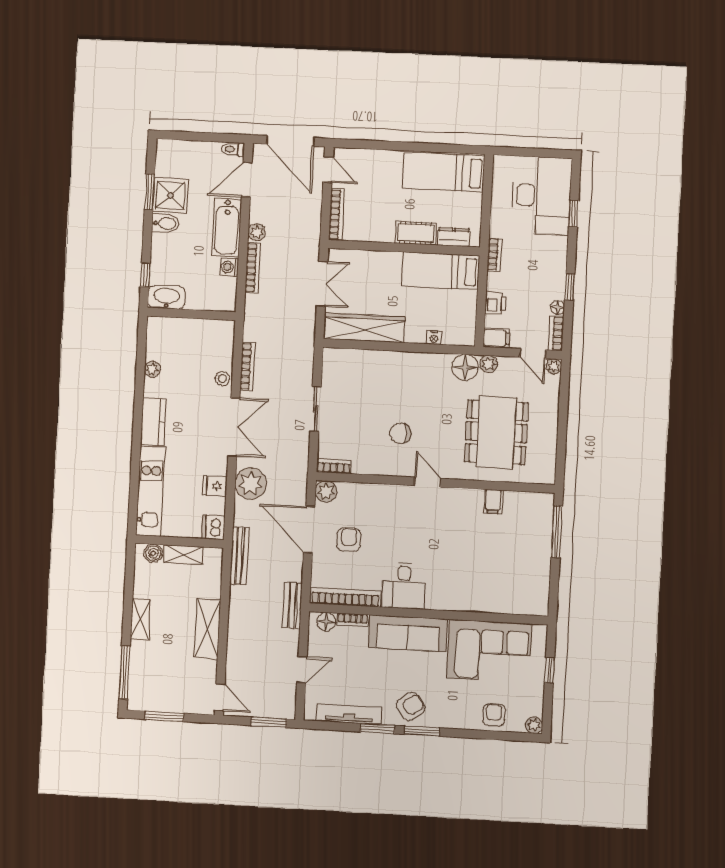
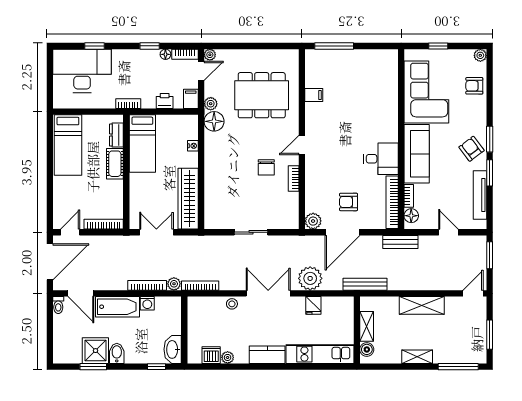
plant: (257, 232) -> (174, 284), moved
bookcase: (247, 366) -> (200, 286), moved
bookcase: (334, 466) -> (294, 179), moved
dishwasher: (213, 527) -> (211, 355), moved, turned 180

